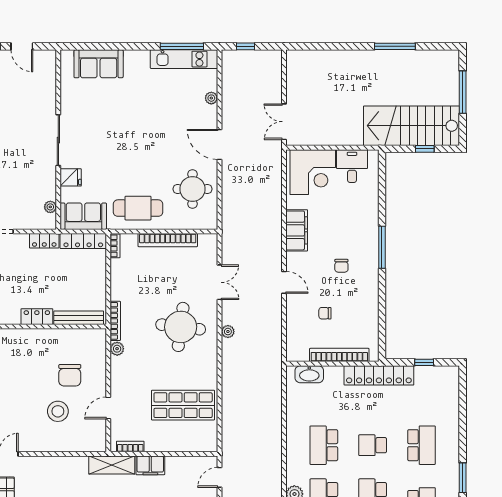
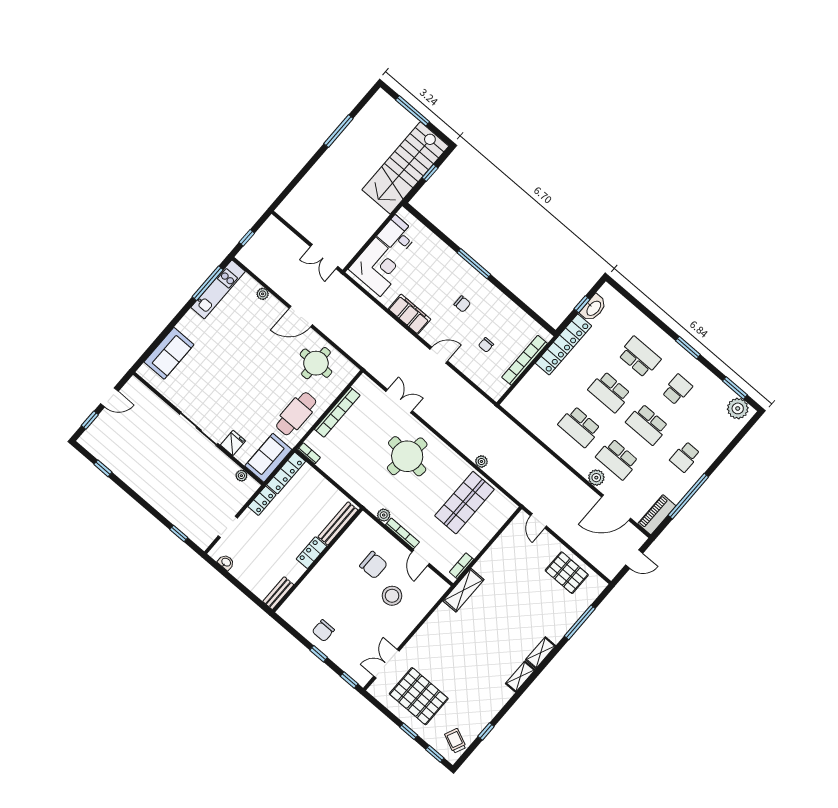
bookcase: (115, 321) -> (402, 533), moved
plant: (228, 332) -> (481, 461), moved
washbasin: (309, 374) -> (593, 308), moved
school desk: (373, 445) -> (609, 392), width x1.85
filing cabinet: (150, 465) -> (487, 563), removed

